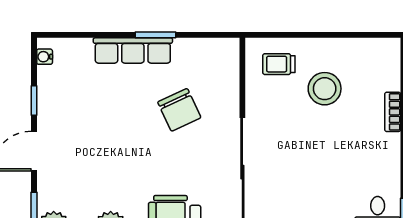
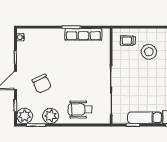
row of seats: (133, 51) -> (83, 34), moved
chair: (179, 110) -> (42, 84), moved

